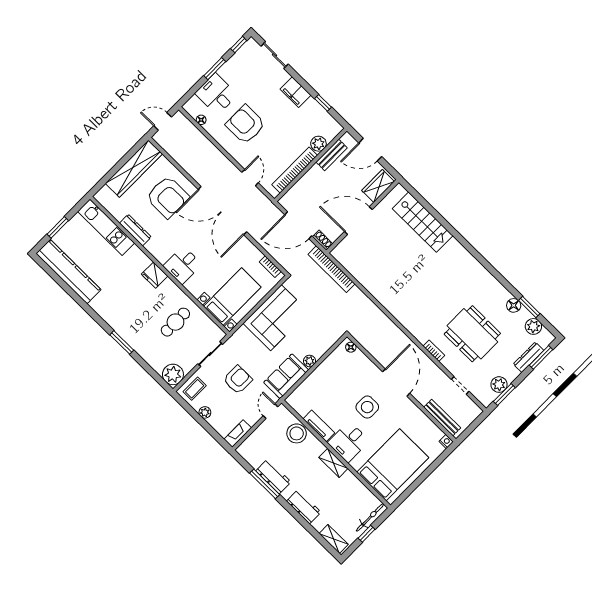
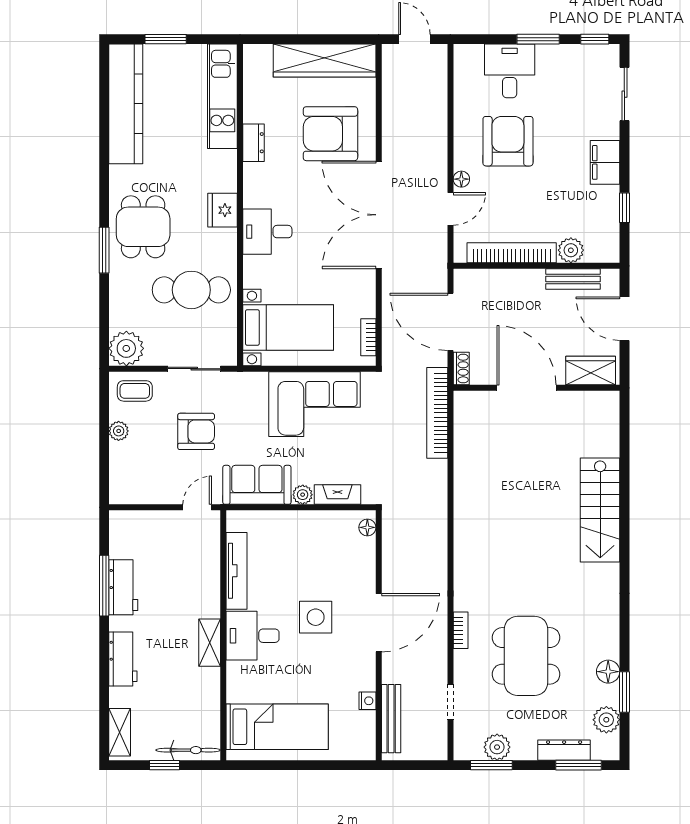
floor lamp: (201, 120) -> (461, 179), moved
armchair: (168, 197) -> (330, 134), turned 90
stairs: (423, 222) -> (600, 510), moved
dresser: (135, 230) -> (253, 143), width x0.70
dining table: (128, 316) -> (143, 227), added
cafe table: (175, 322) -> (191, 290), width x1.37, depth x1.35
tv unit: (319, 426) -> (237, 571), width x1.41
stool: (297, 433) -> (201, 564), removed
fireplace: (238, 434) -> (337, 495), moved
nightstand: (446, 442) -> (367, 701), moved
bed: (393, 465) -> (277, 727), width x0.67

